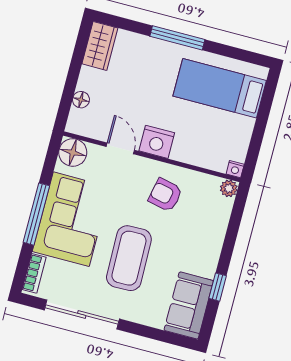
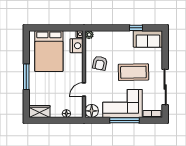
bed: (220, 88) -> (49, 51), width x1.50
nightstand: (157, 142) -> (77, 46), moved

